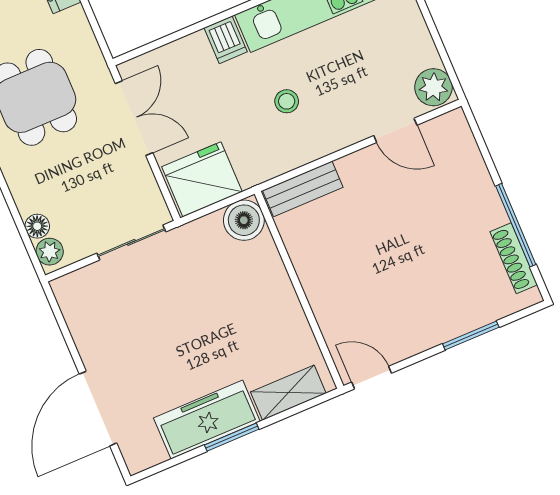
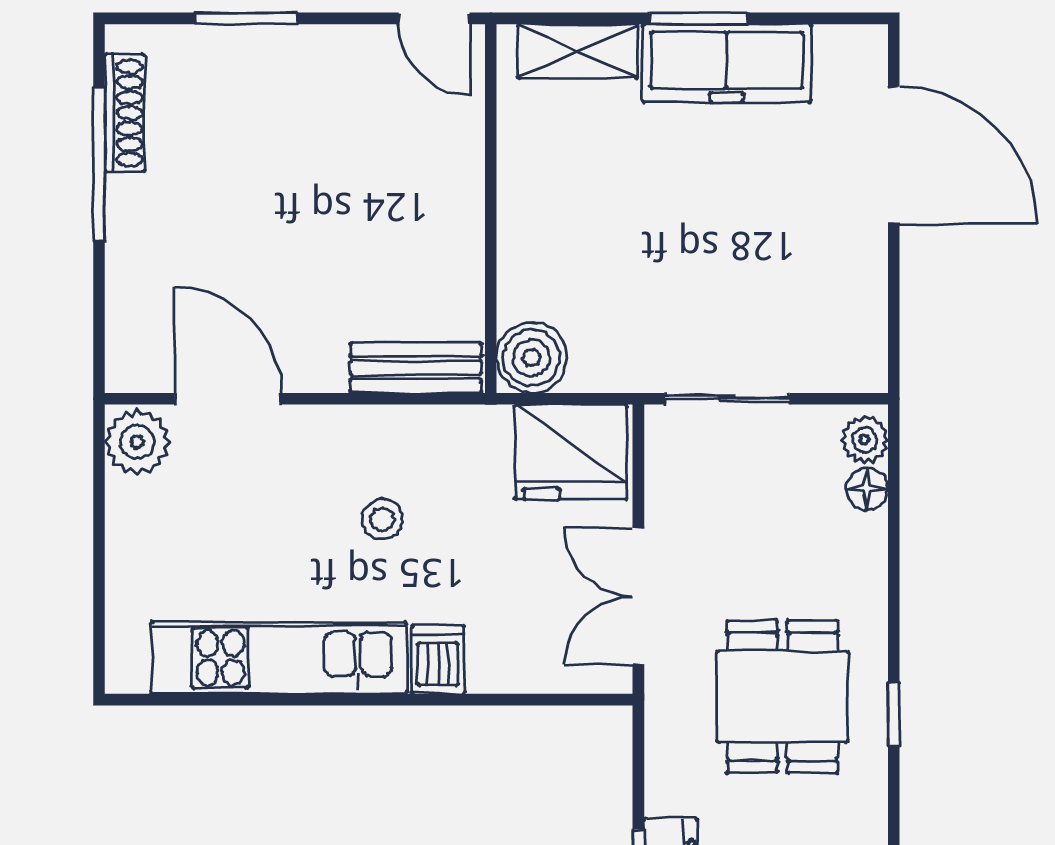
door: (395, 130) -> (228, 399), width x1.38
door: (98, 409) -> (894, 155), hinge flipped

